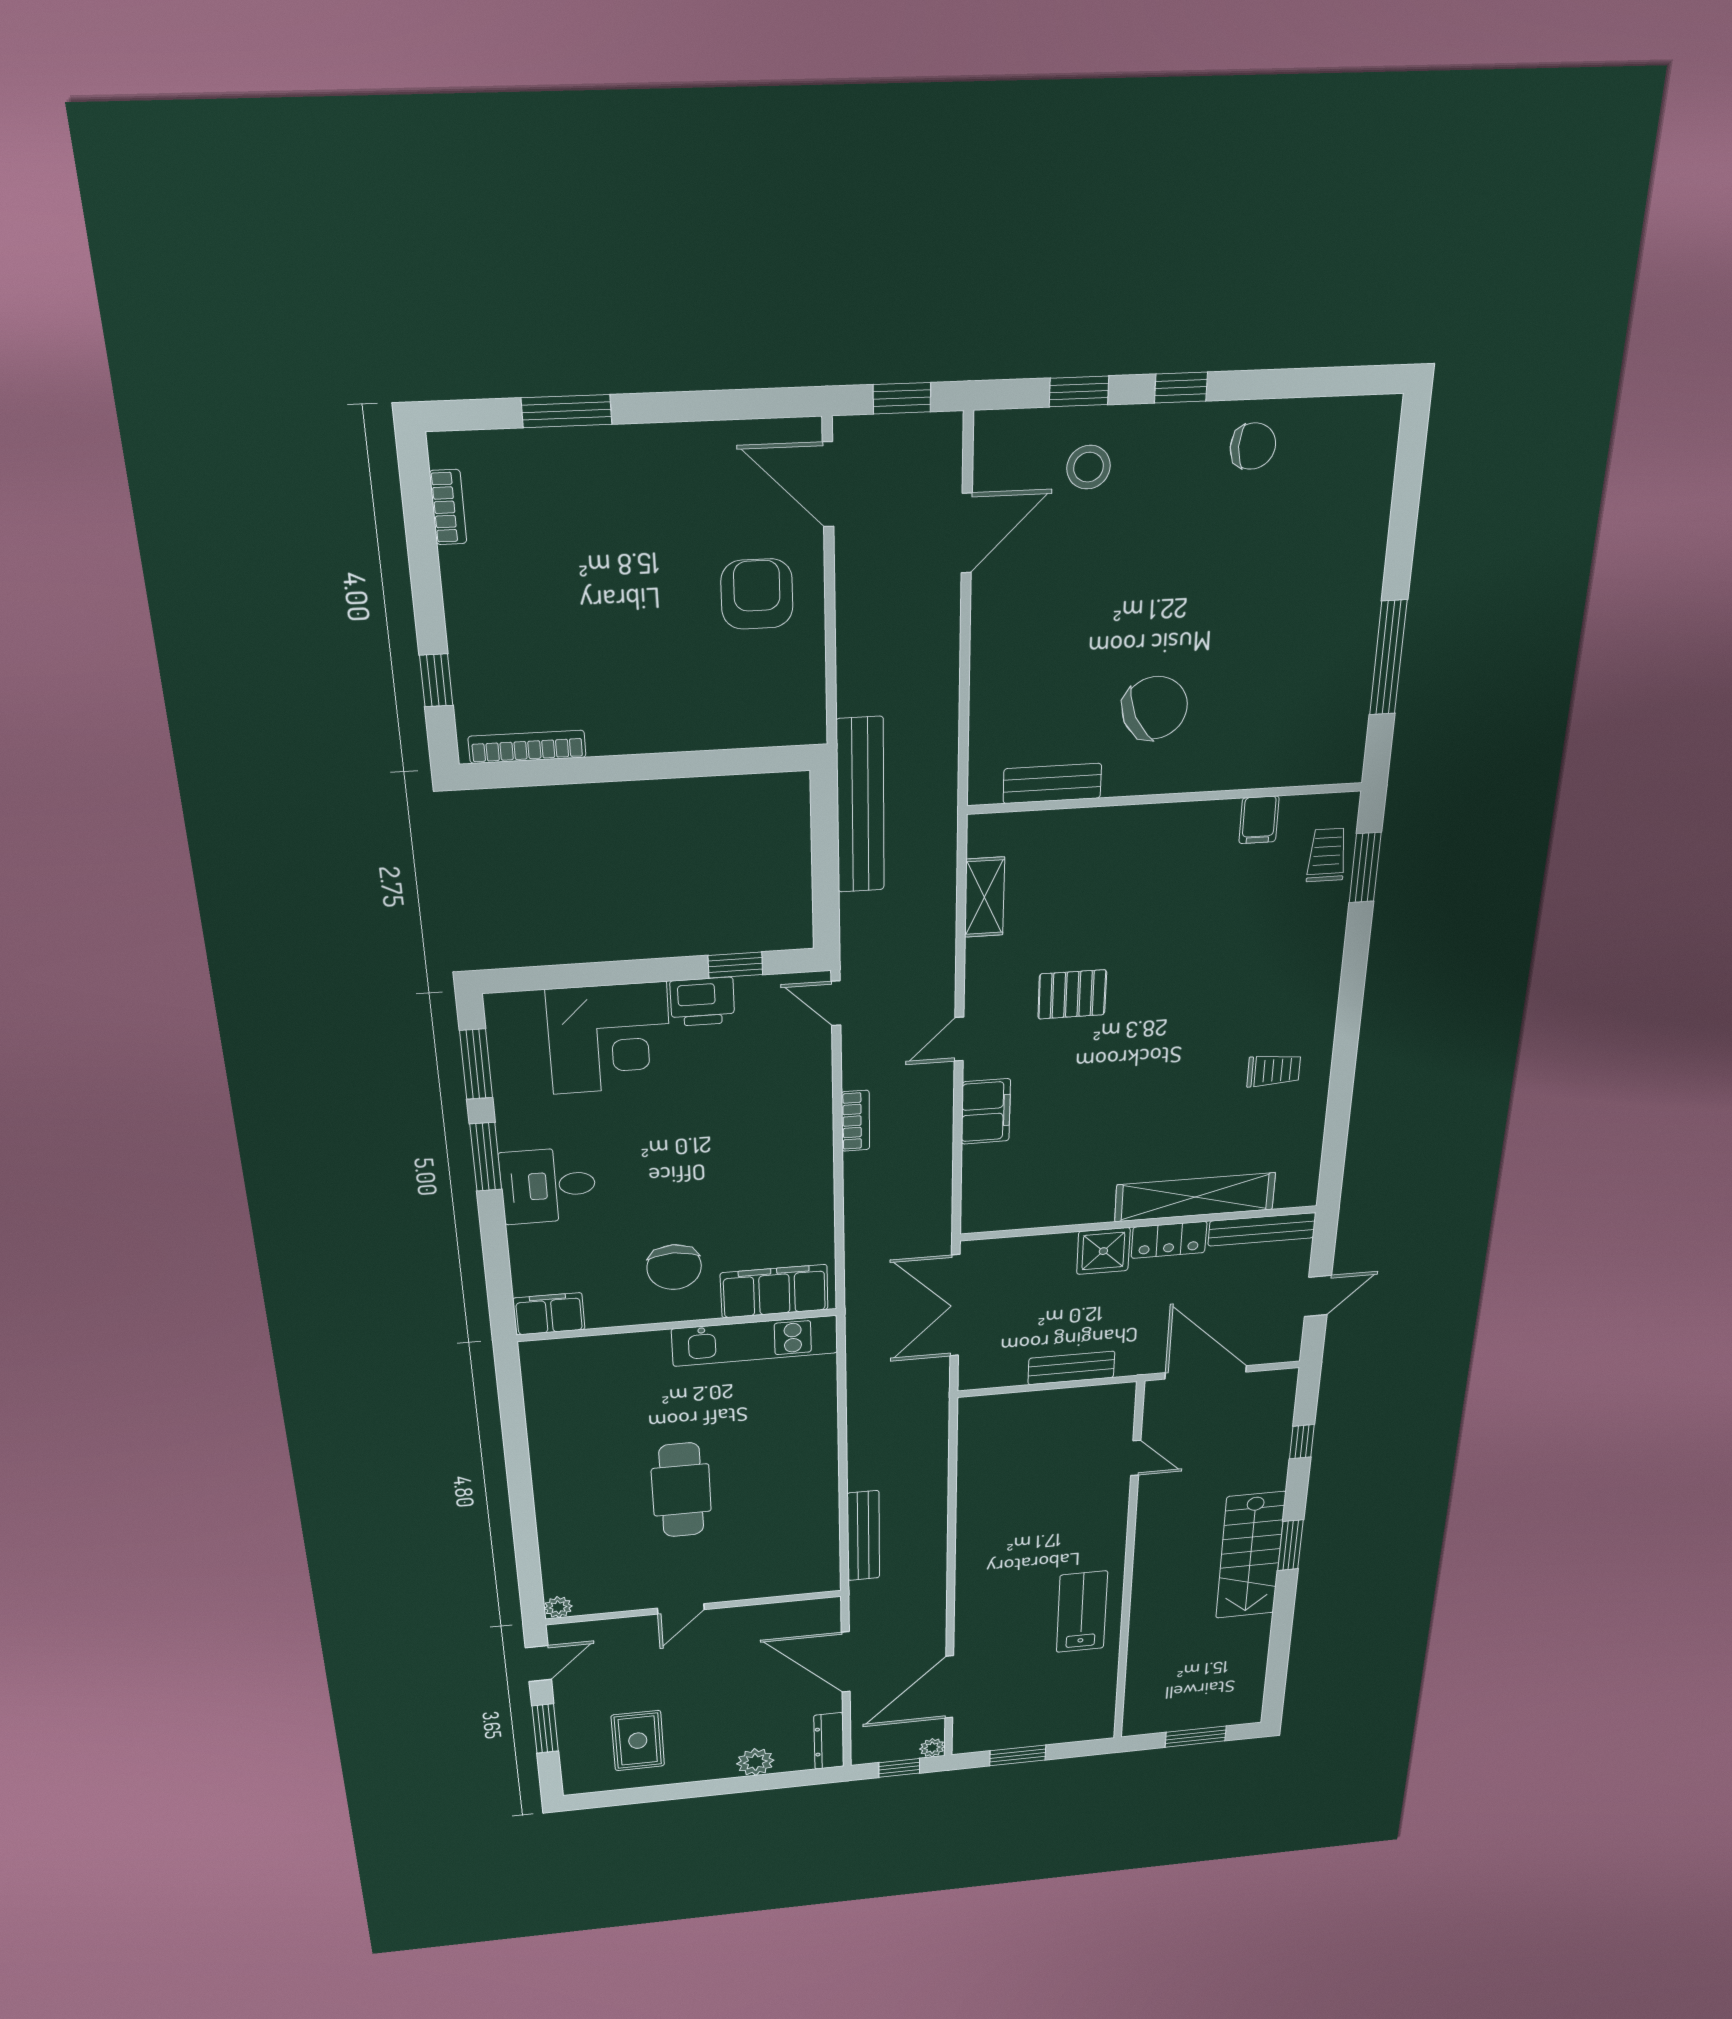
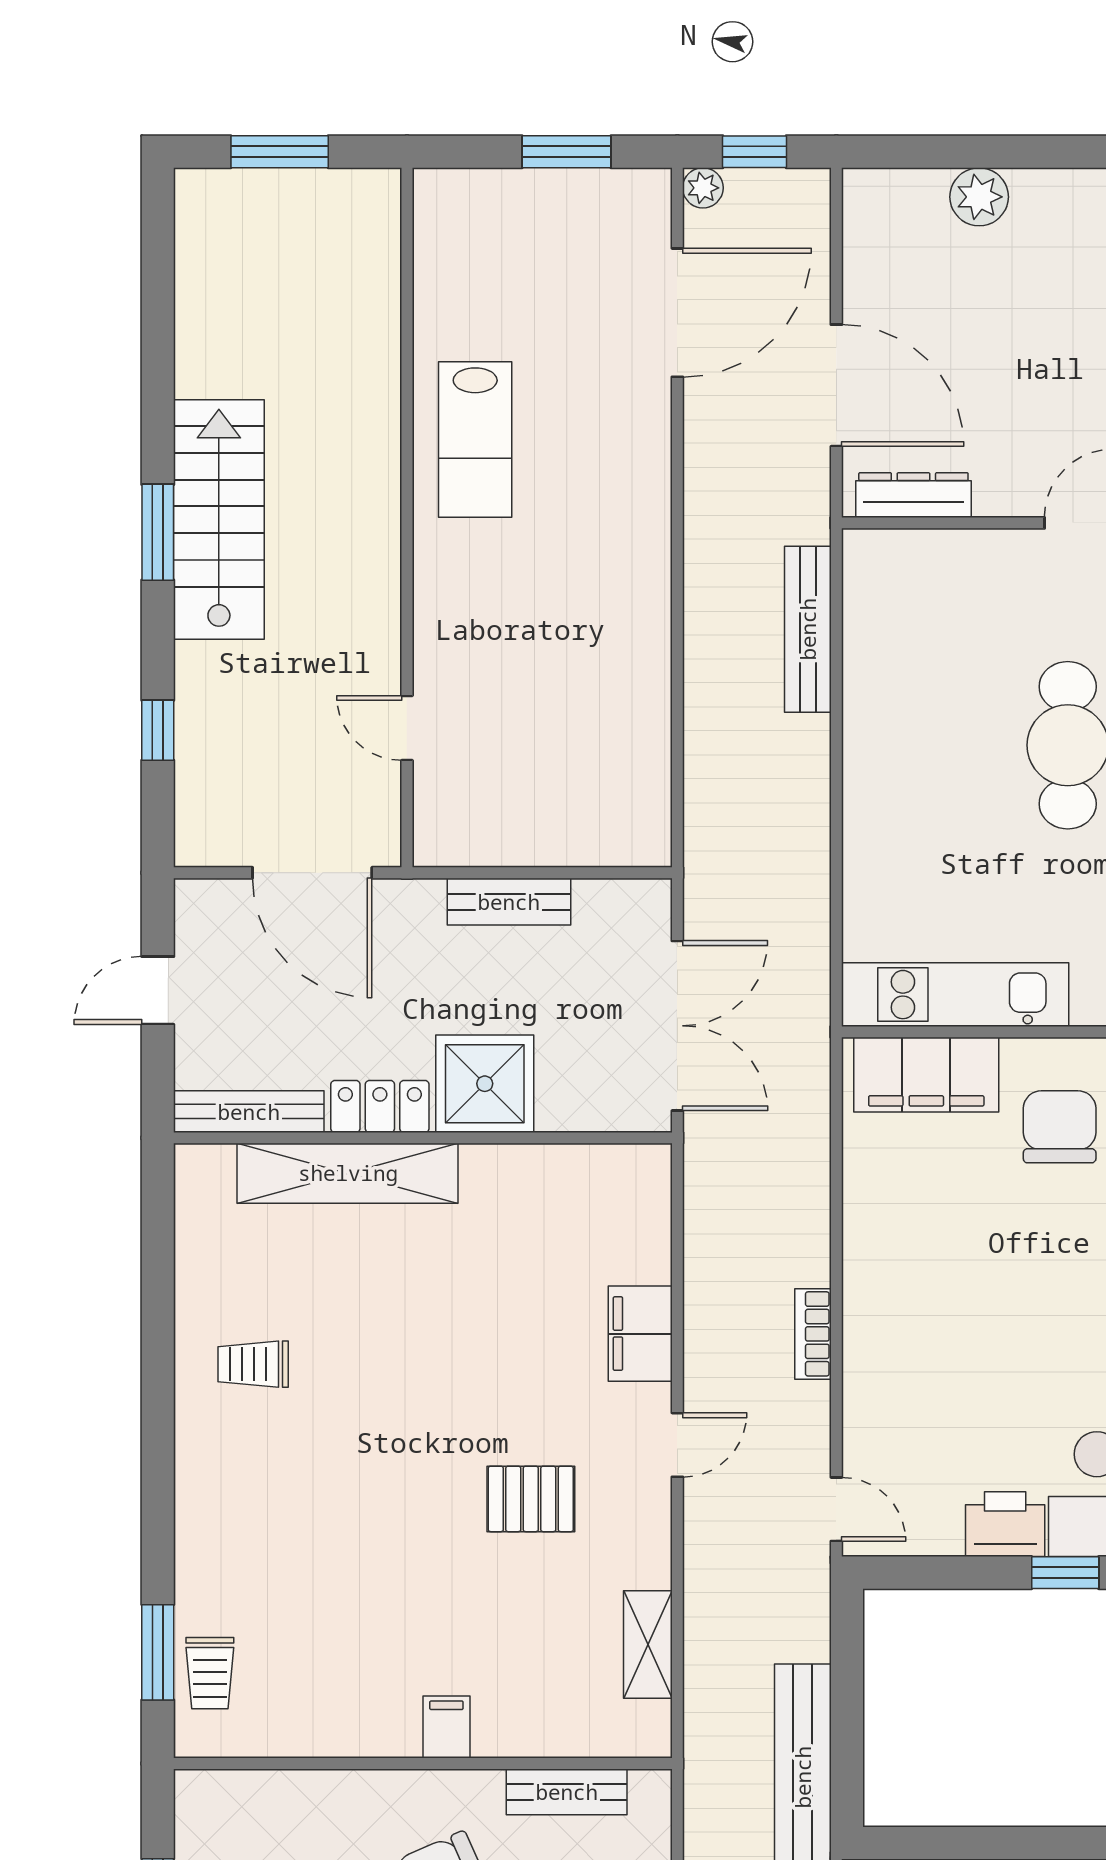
filing cabinet: (1259, 820) -> (446, 1727), moved
window: (735, 965) -> (1065, 1573), moved
shower: (1103, 1251) -> (485, 1084), width x1.36, depth x1.36
dresser: (829, 1741) -> (913, 495), moved, turned -90

